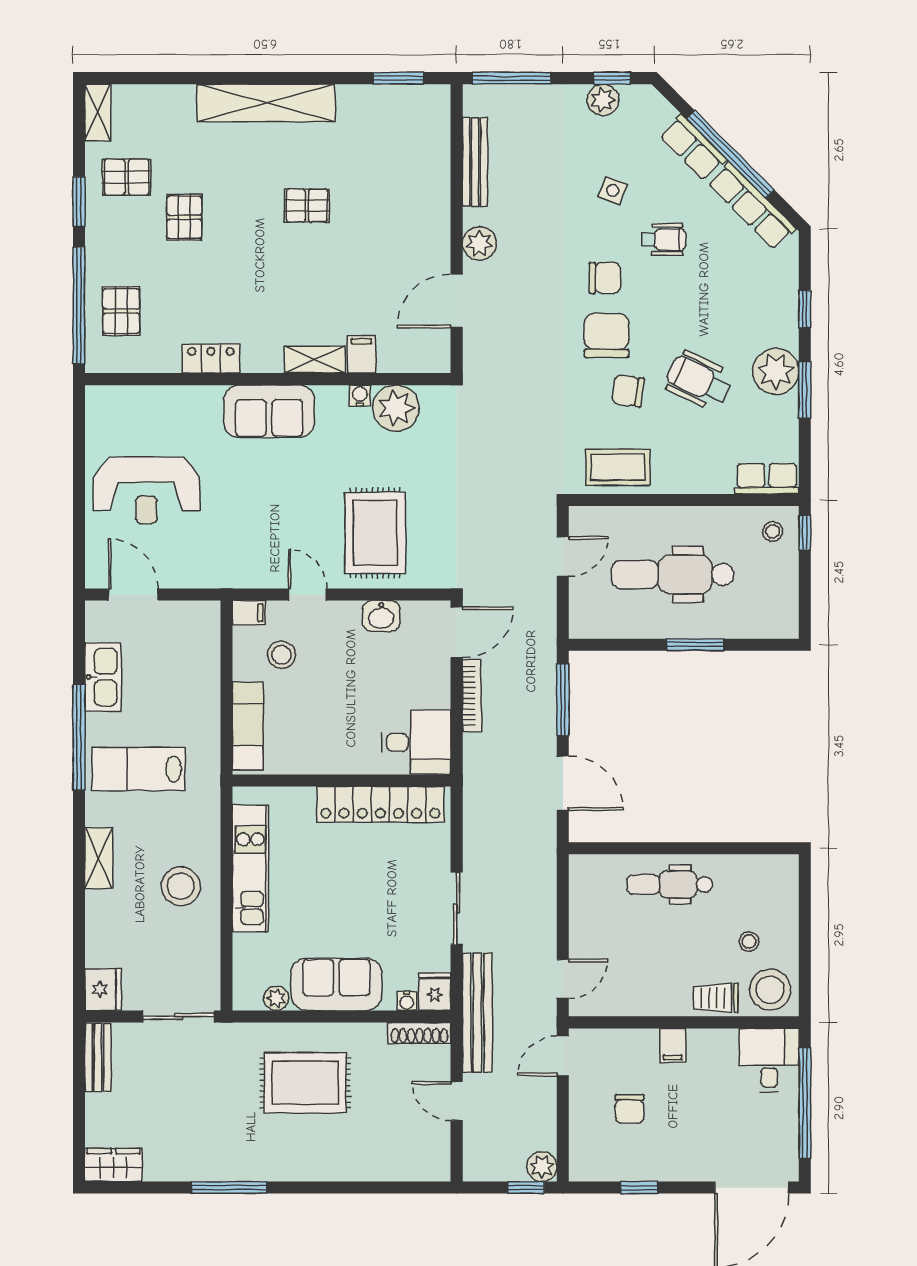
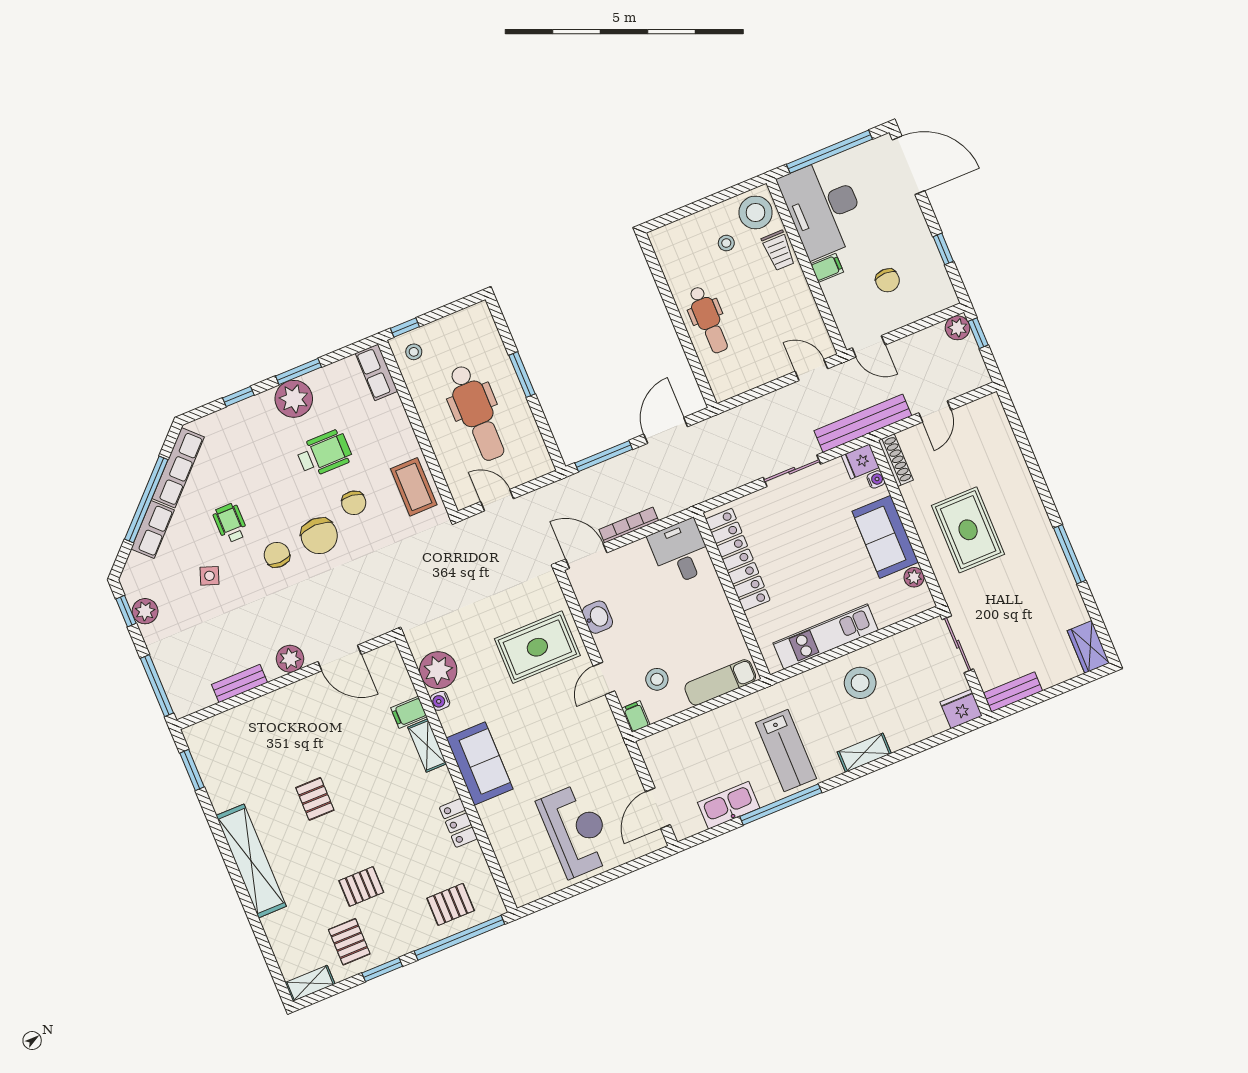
bench: (475, 162) -> (239, 684), width x0.73
chair: (607, 336) -> (319, 536), turned -90
wheelchair: (699, 380) -> (324, 453), turned -116
desk: (769, 1060) -> (823, 208), width x1.87, depth x1.30
chair: (630, 1109) -> (887, 280), turned 90

